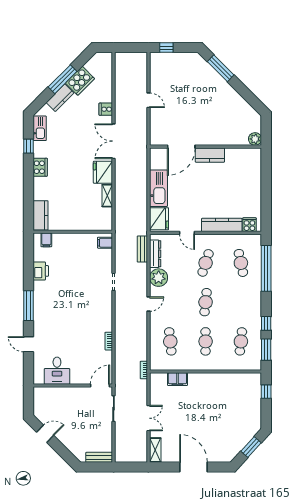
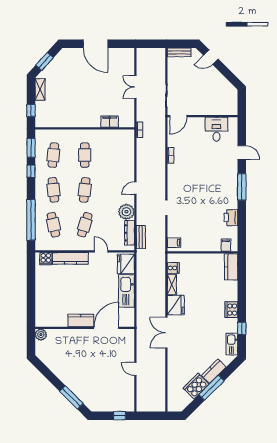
cooker: (106, 109) -> (173, 268), moved
double door: (114, 141) -> (166, 333), swing flipped
cafe table: (170, 341) -> (53, 190), moved
door: (45, 434) -> (211, 57), moved
shelving: (155, 450) -> (40, 89), moved

